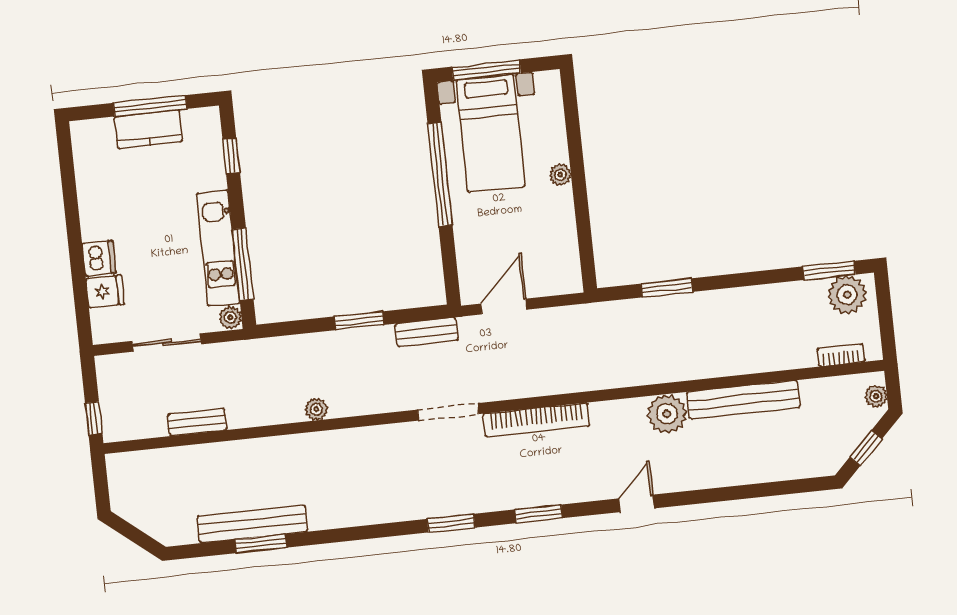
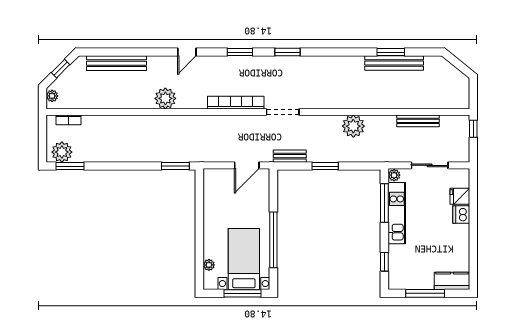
kitchen counter: (148, 129) -> (452, 281), moved
plant: (560, 175) -> (209, 265), moved
window: (667, 288) -> (175, 166), moved
bench: (743, 400) -> (117, 63), moved
plant: (316, 409) -> (353, 126), width x1.88, depth x1.88
bench: (197, 422) -> (418, 121), width x1.36

